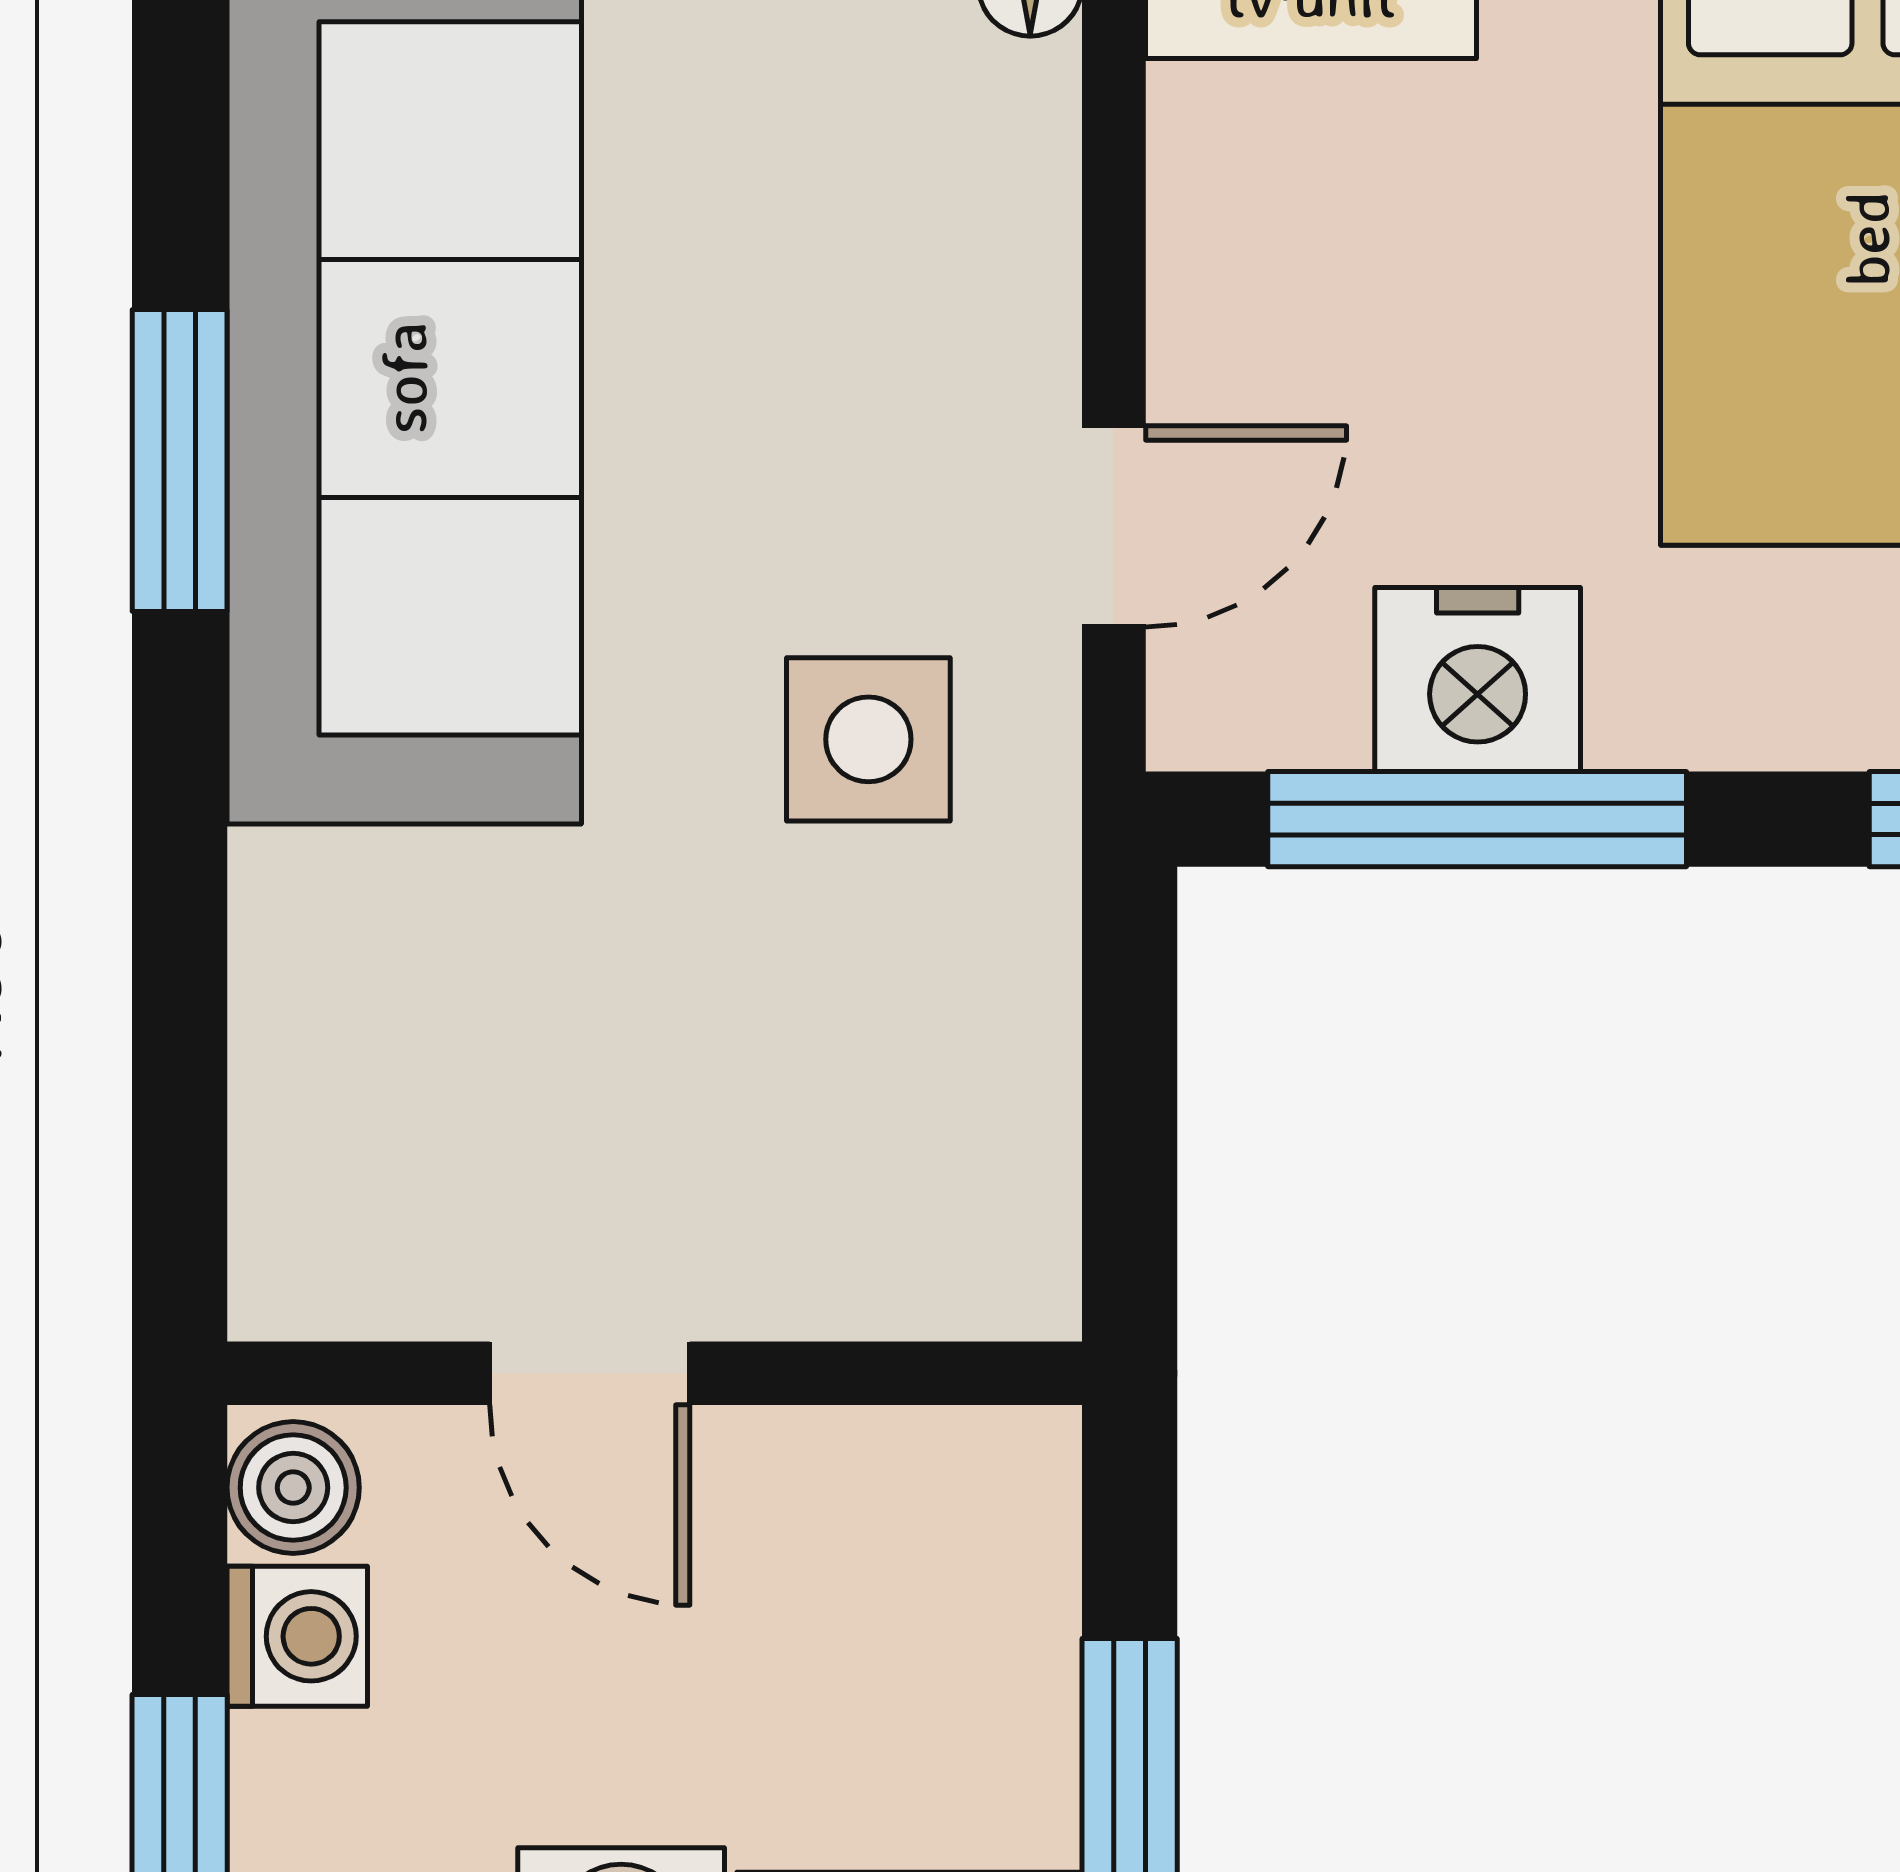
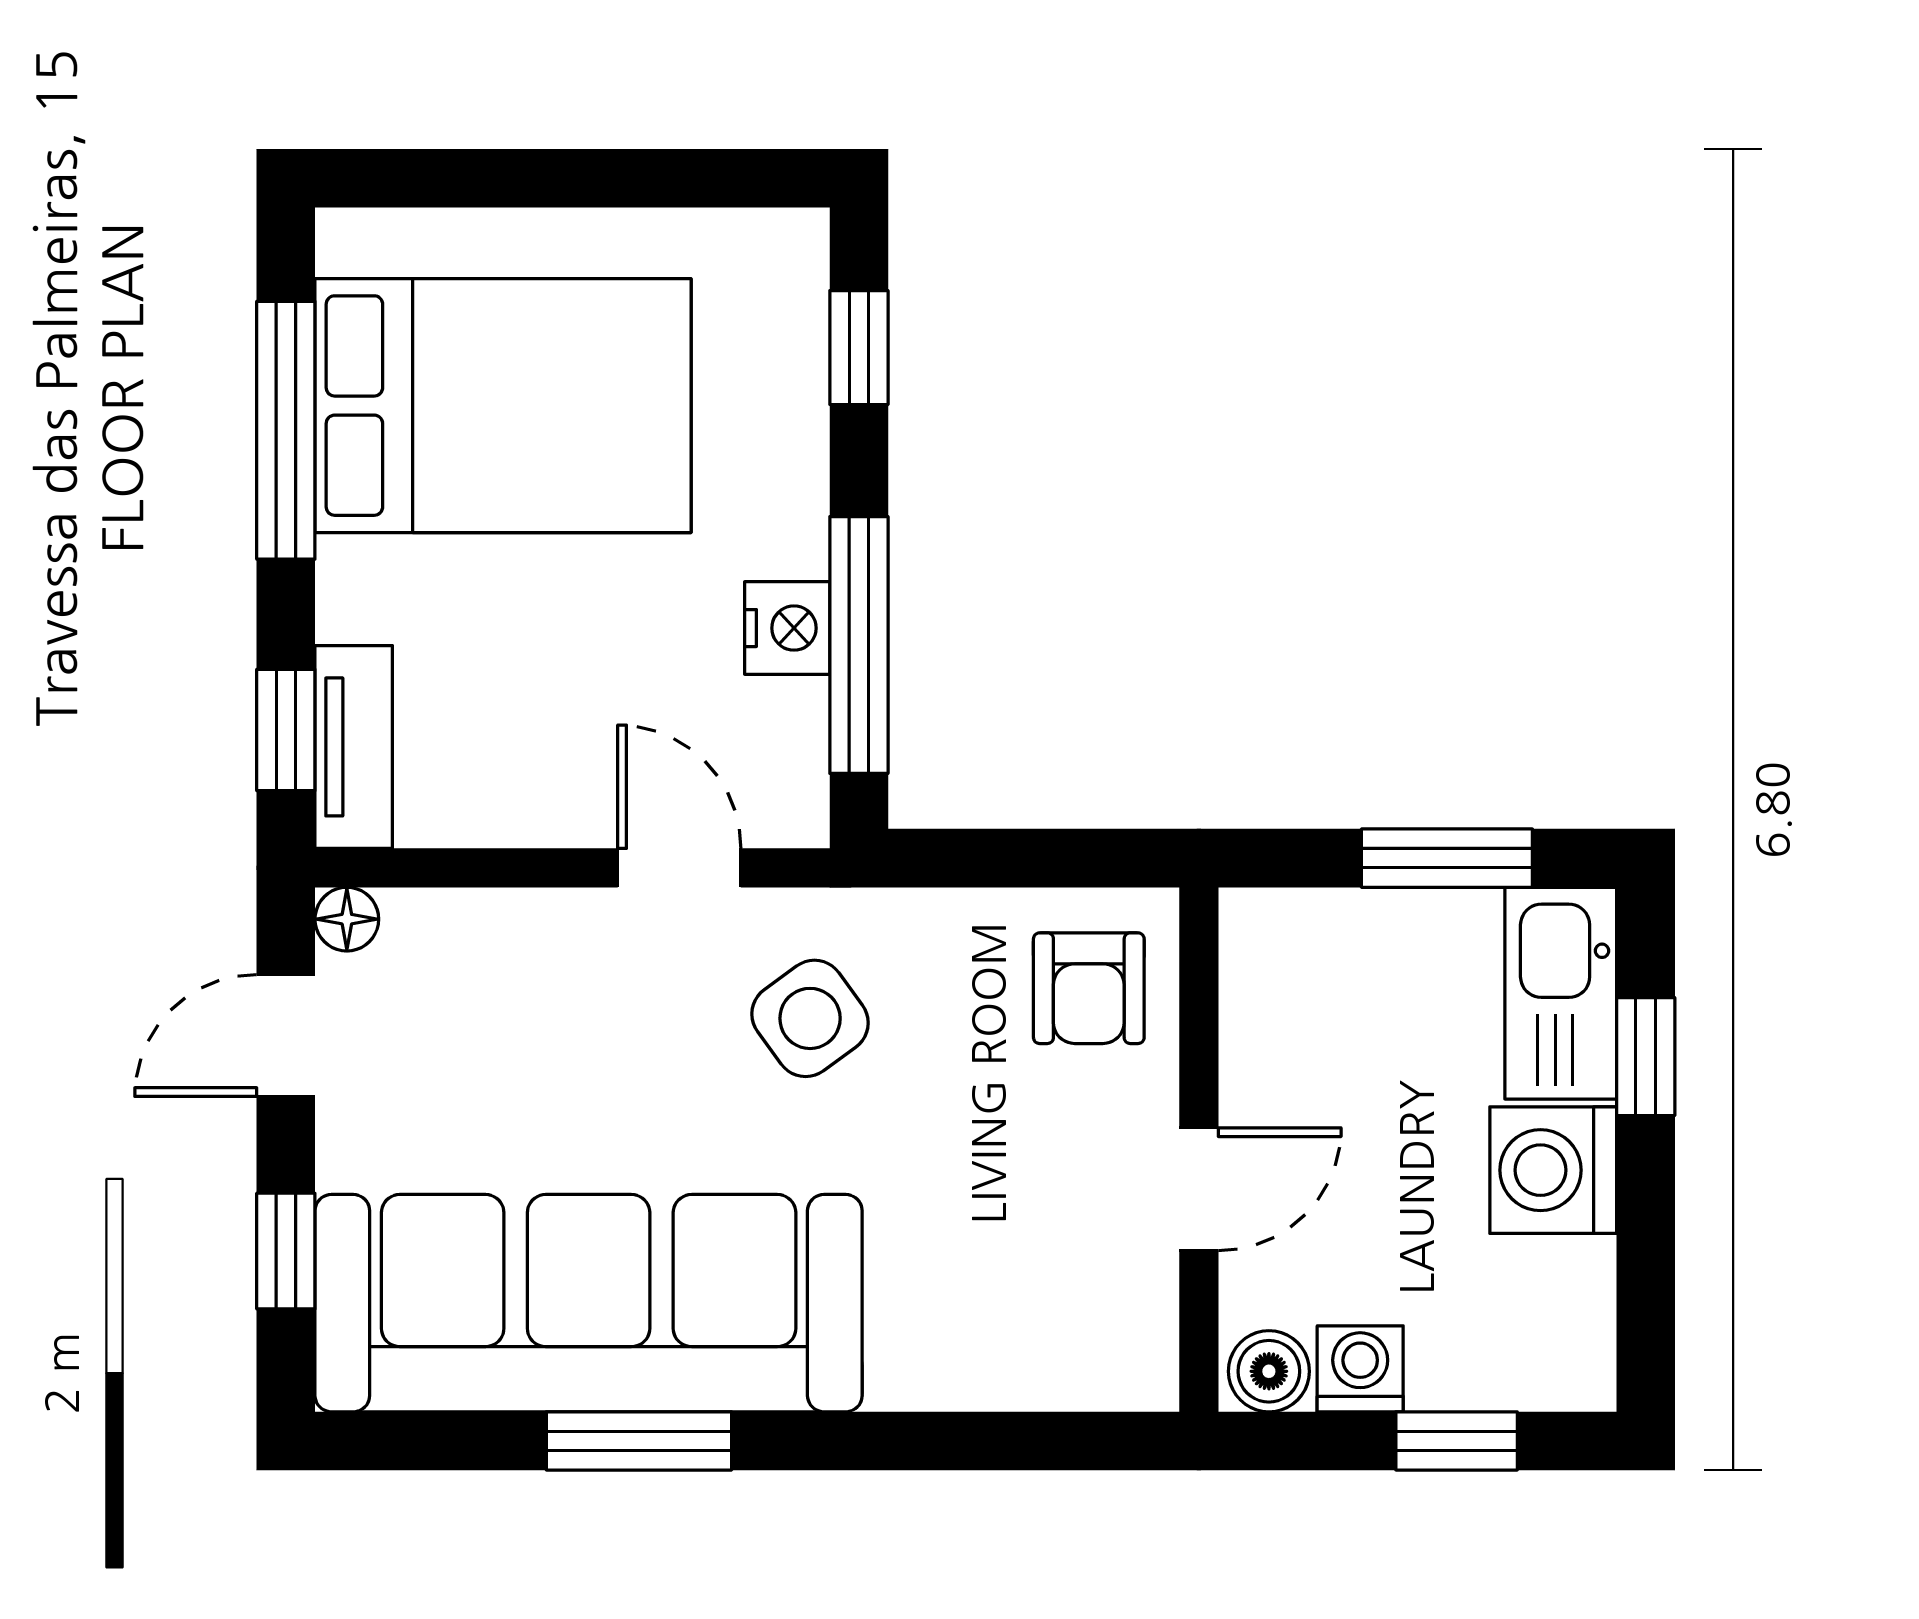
nightstand: (1478, 680) -> (787, 628), width x0.74, depth x0.75
side table: (868, 739) -> (810, 1018), turned -36
armchair: (918, 1194) -> (1089, 988), added

